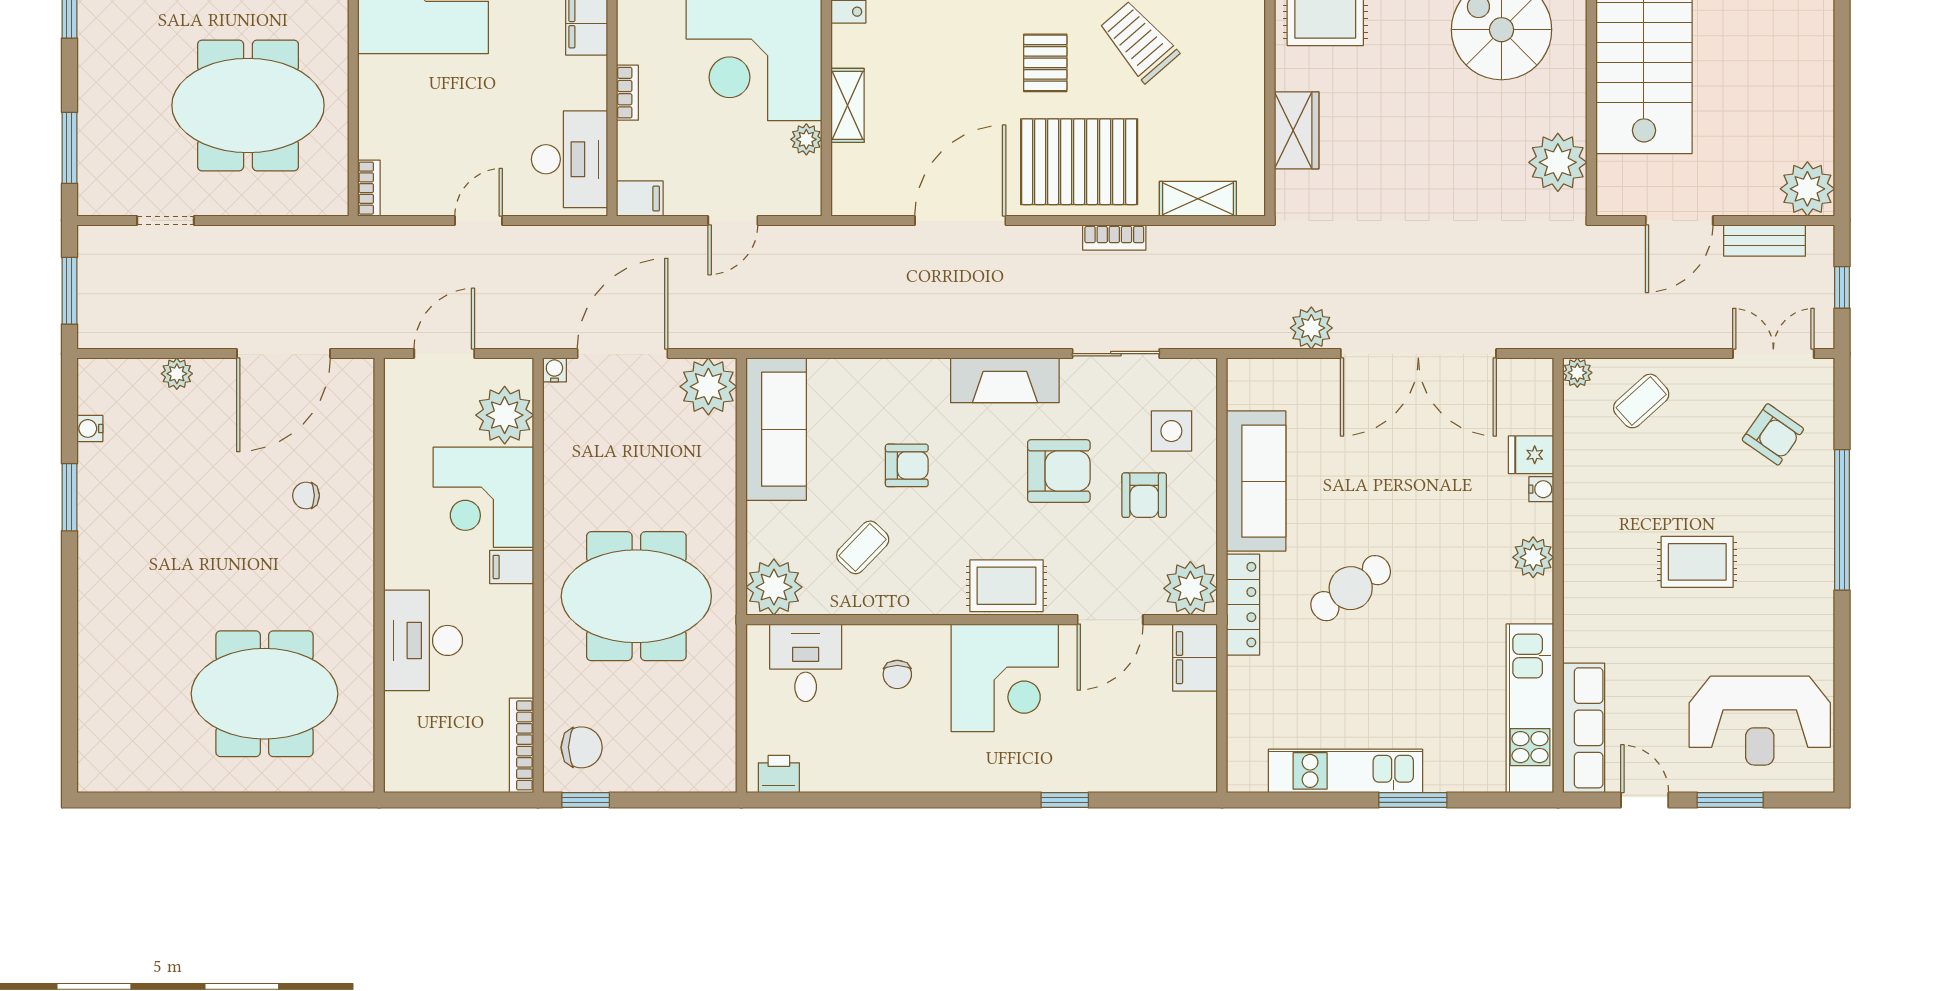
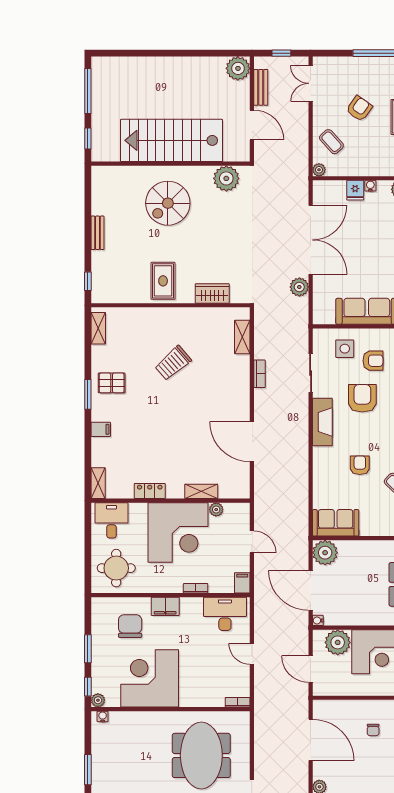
pallet: (1045, 63) -> (183, 404), removed
pallet: (1079, 162) -> (226, 389), removed
sofa: (776, 429) -> (336, 523), width x0.73
armchair: (1773, 434) -> (359, 108), moved

